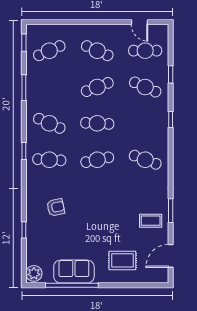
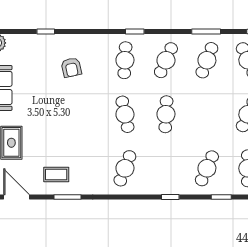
cafe table: (97, 87) -> (207, 60), moved, turned 42
coffee table: (151, 221) -> (56, 175), turned 90

